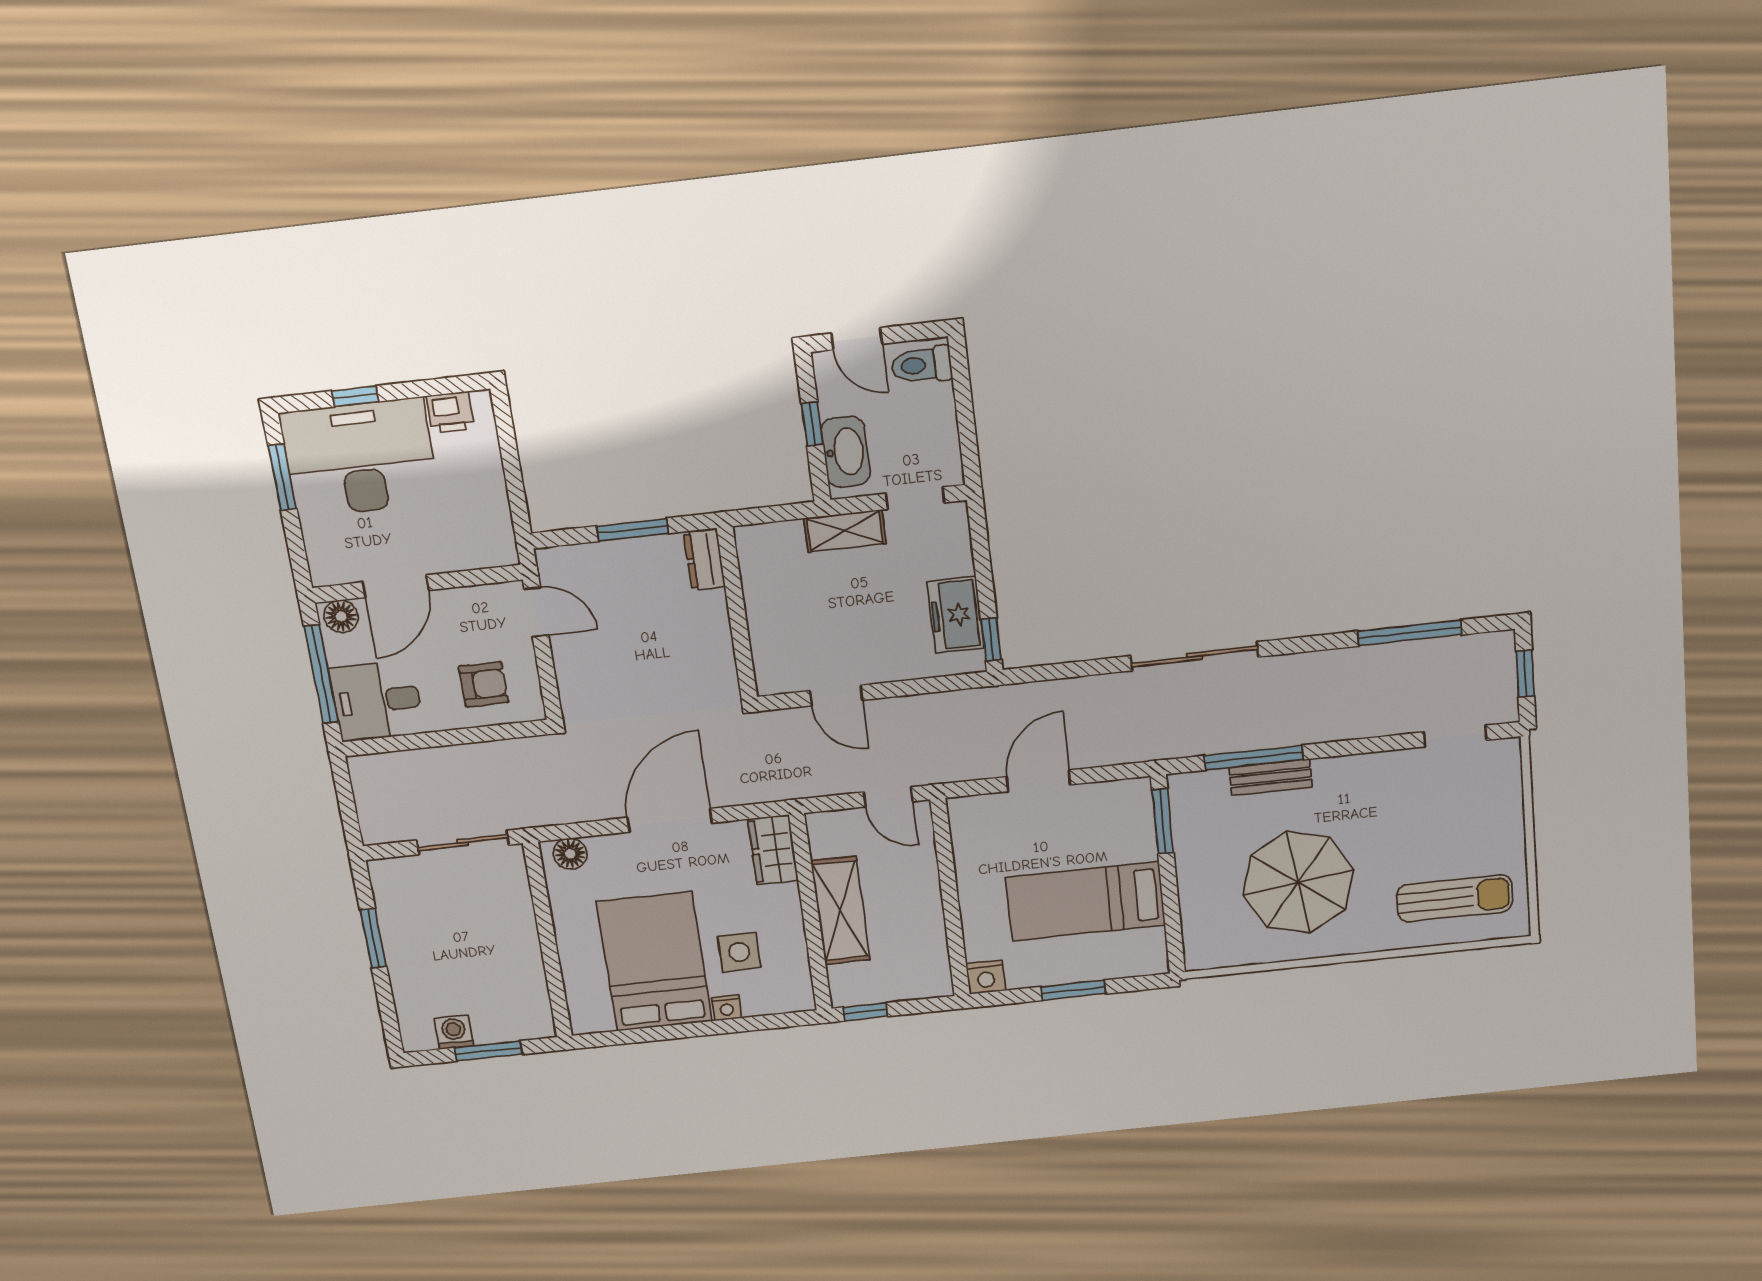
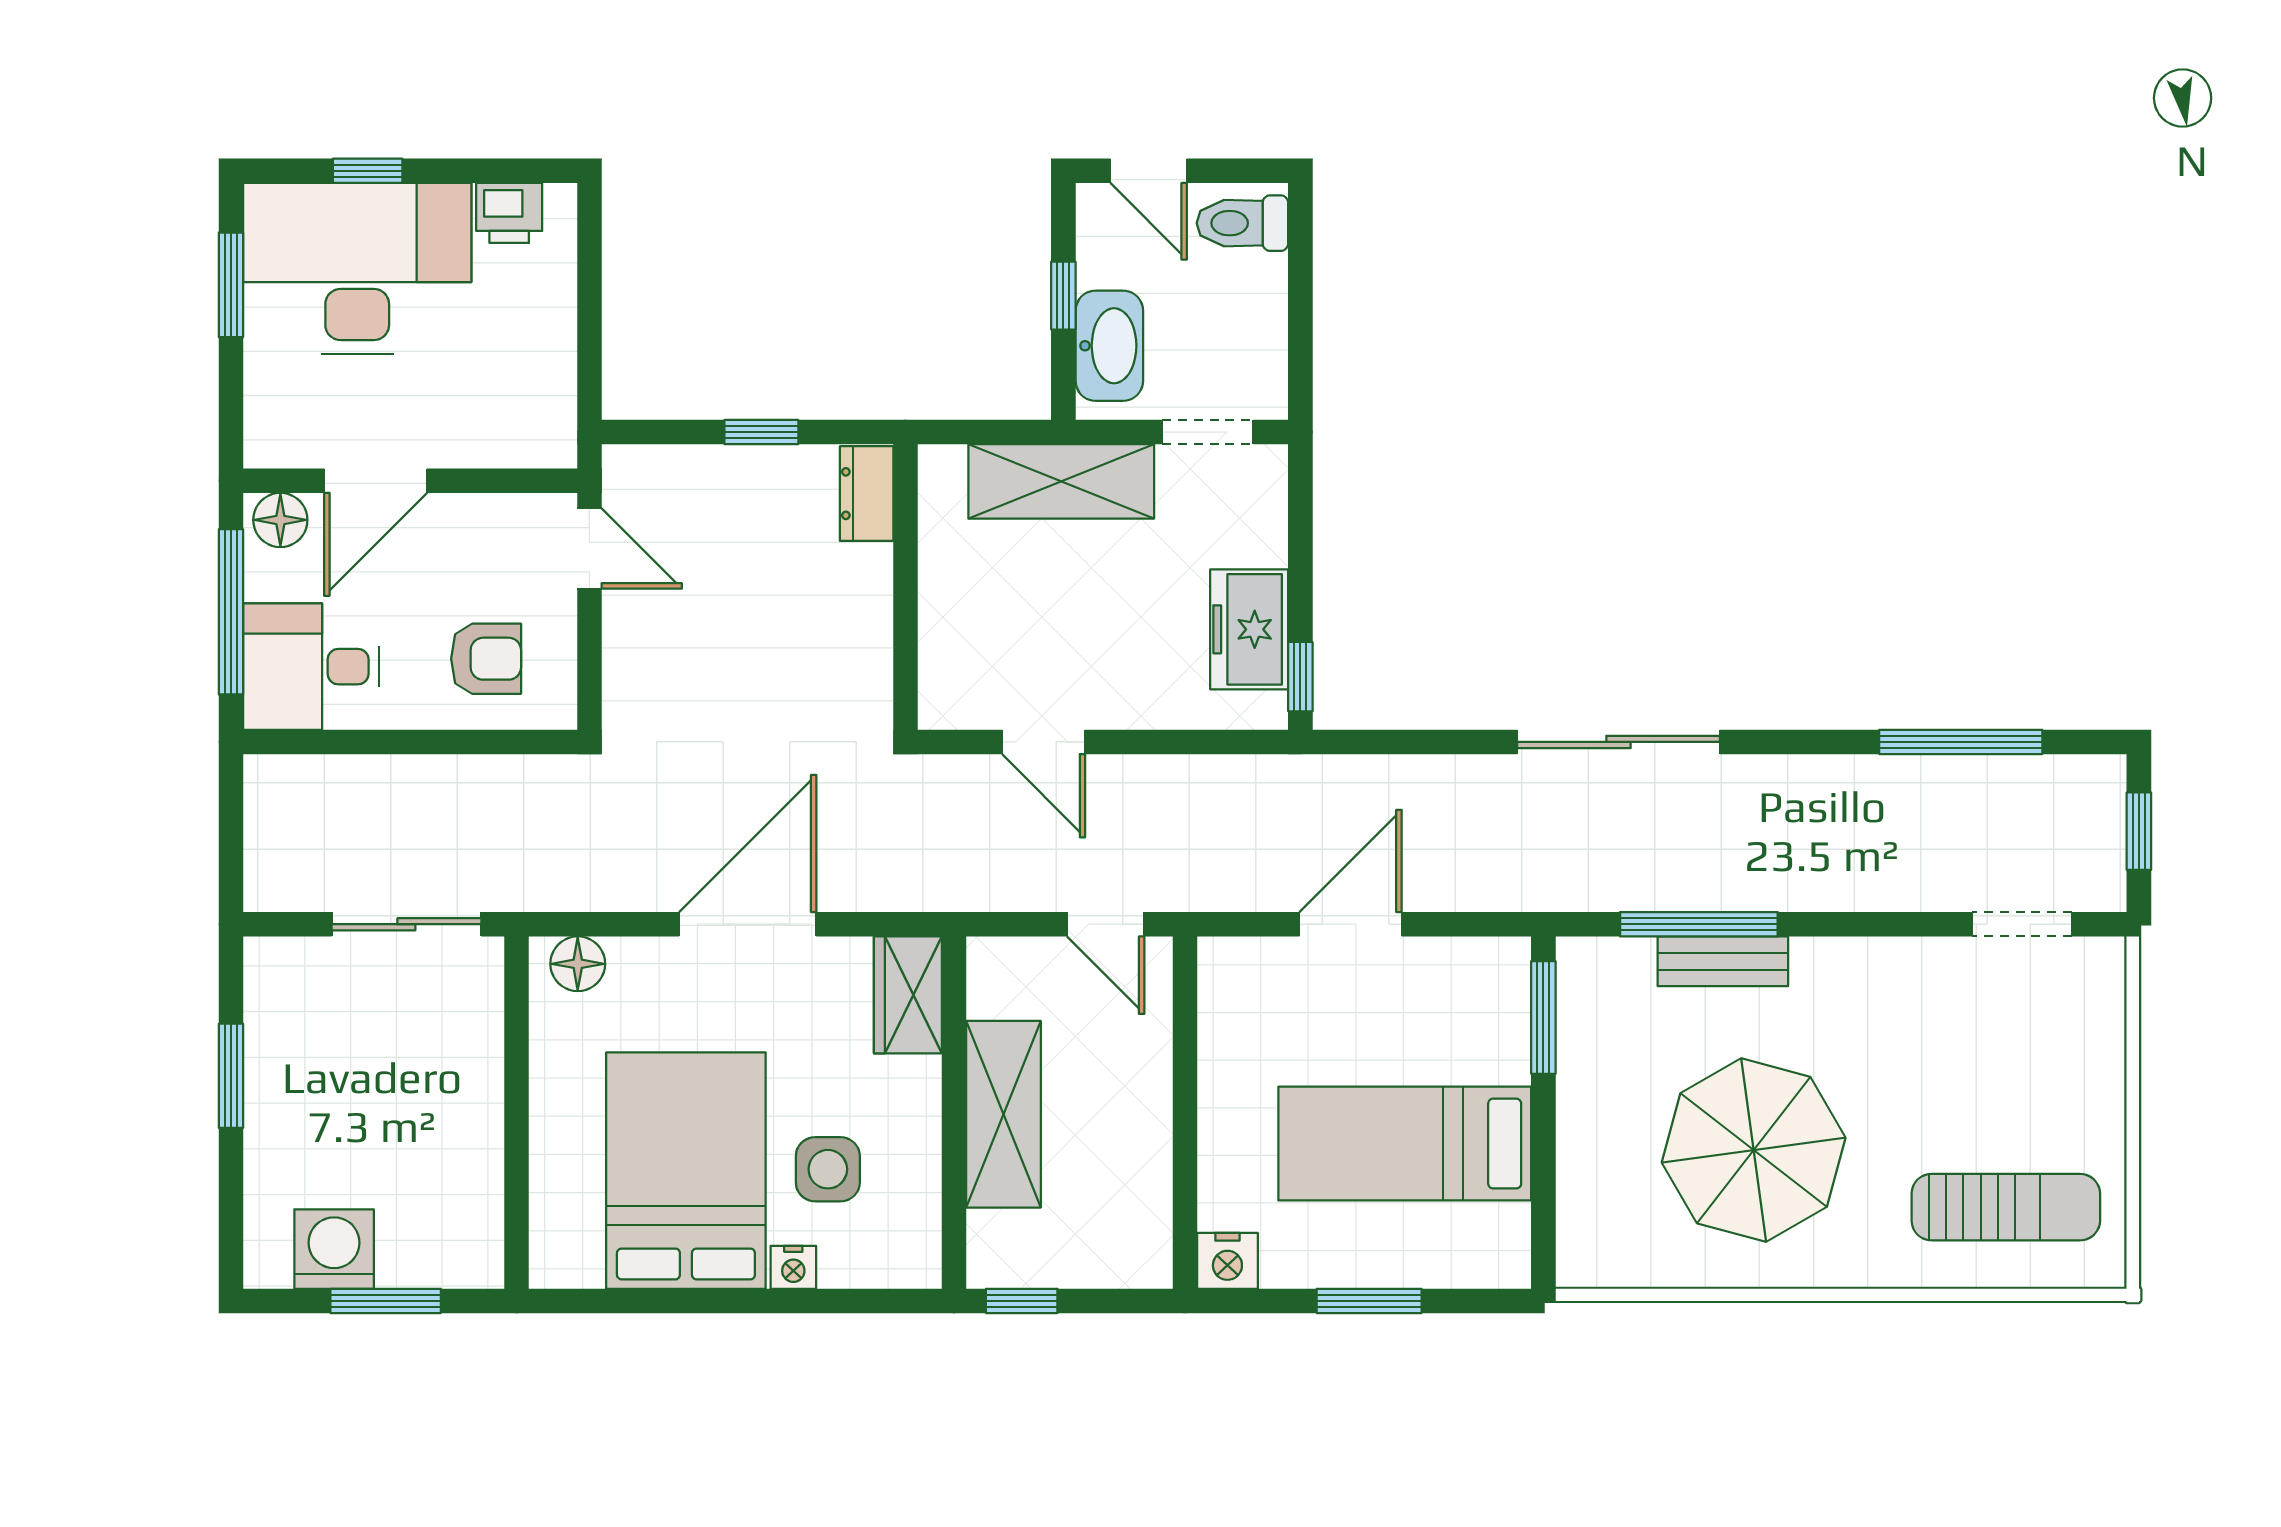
window: (633, 530) -> (761, 432), width x0.67
shelving: (845, 531) -> (1061, 481), width x1.50, depth x1.33
washing machine: (454, 1032) -> (334, 1249), width x1.38, depth x1.38

